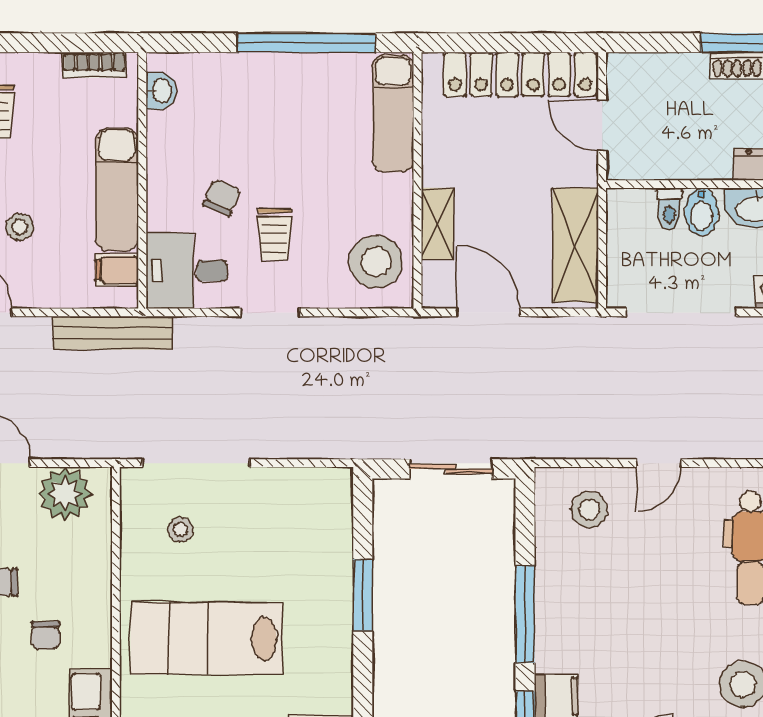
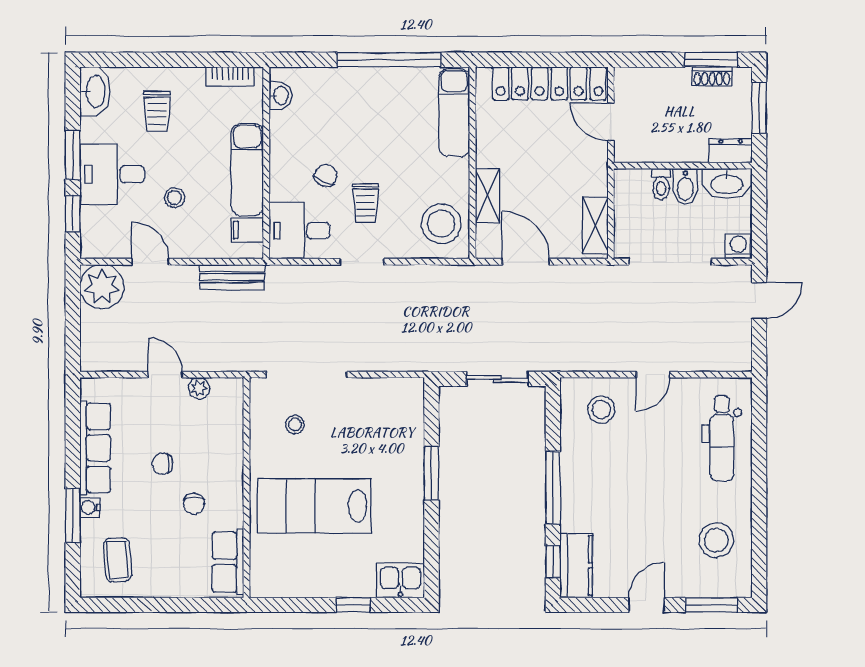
shelving: (576, 245) -> (595, 225), width x0.67, depth x0.75
bench: (113, 333) -> (232, 277), width x0.73
plant: (65, 494) -> (199, 388), width x0.53, depth x0.53

